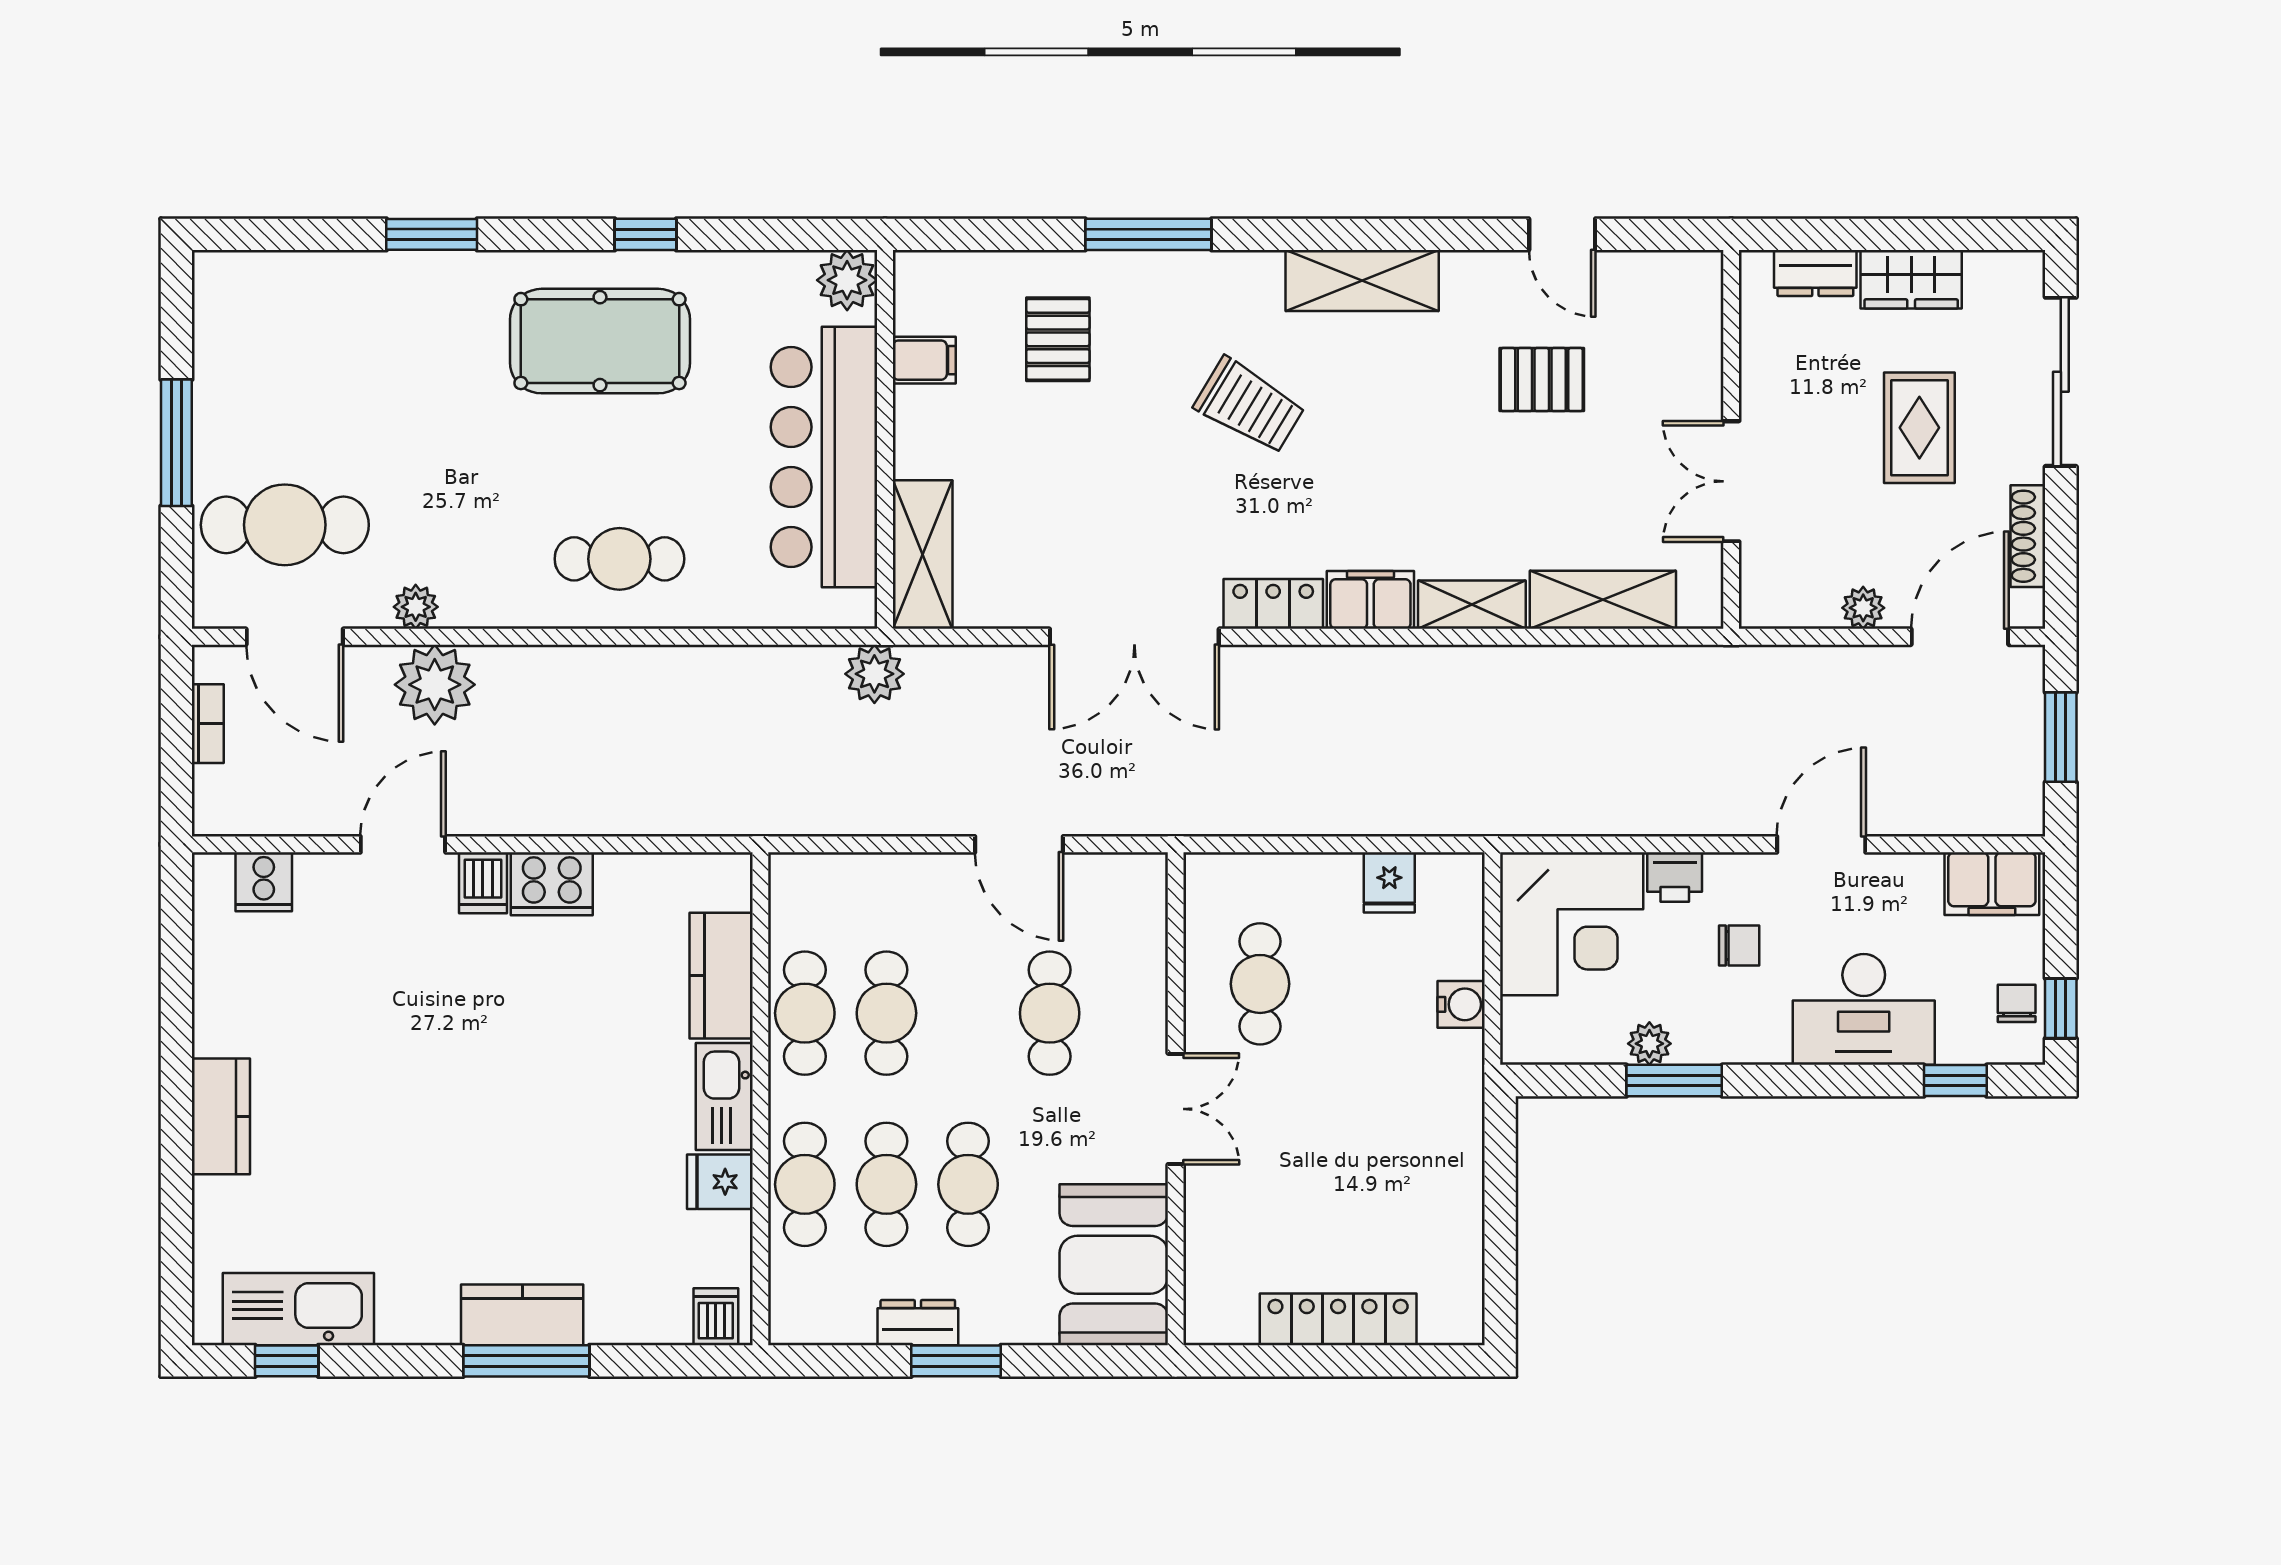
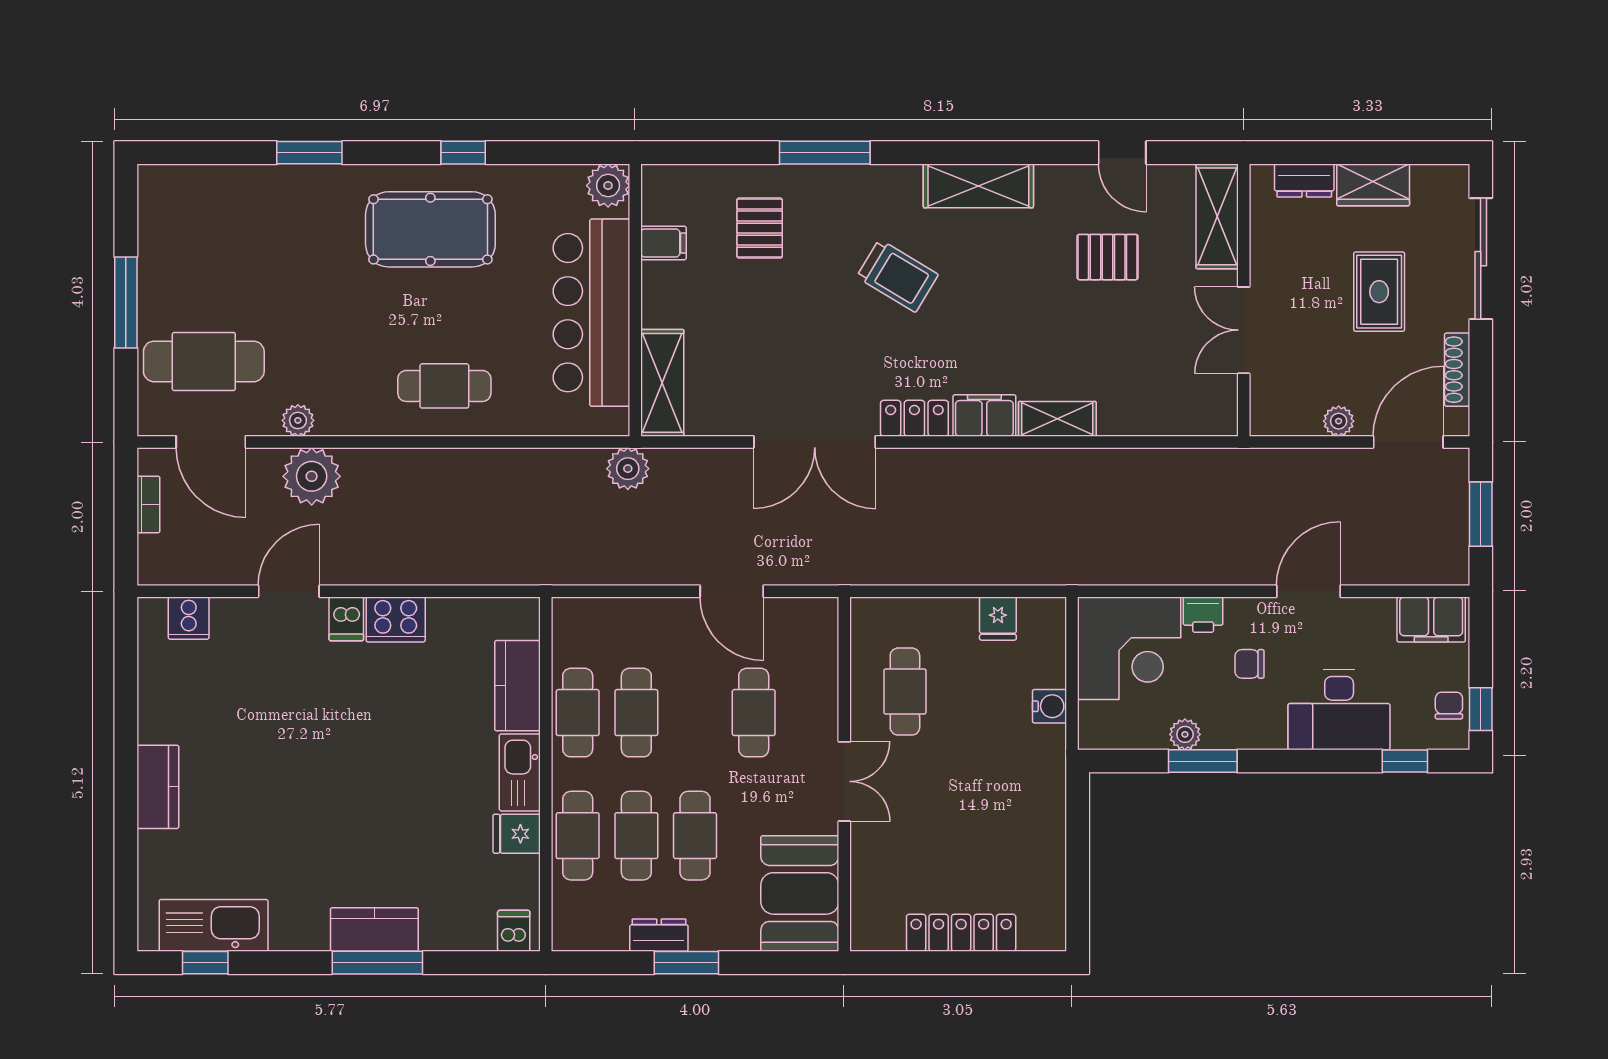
shelving: (1603, 600) -> (1217, 216), moved, turned 90
chair: (1739, 945) -> (1249, 664), turned 180

